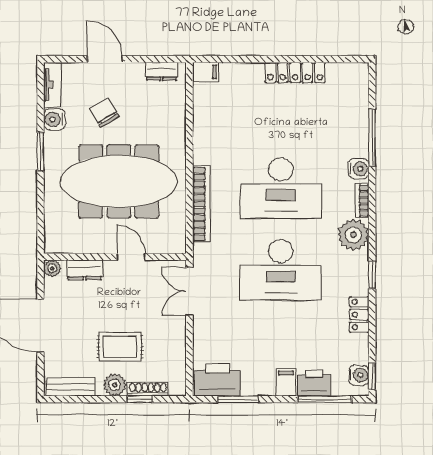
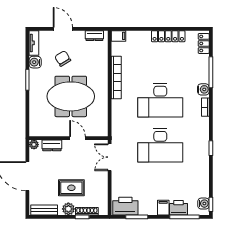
meeting table: (119, 181) -> (71, 96), width x0.73
bookcase: (201, 204) -> (116, 77), moved
plant: (353, 235) -> (200, 126), removed
locker: (359, 315) -> (204, 43), moved

